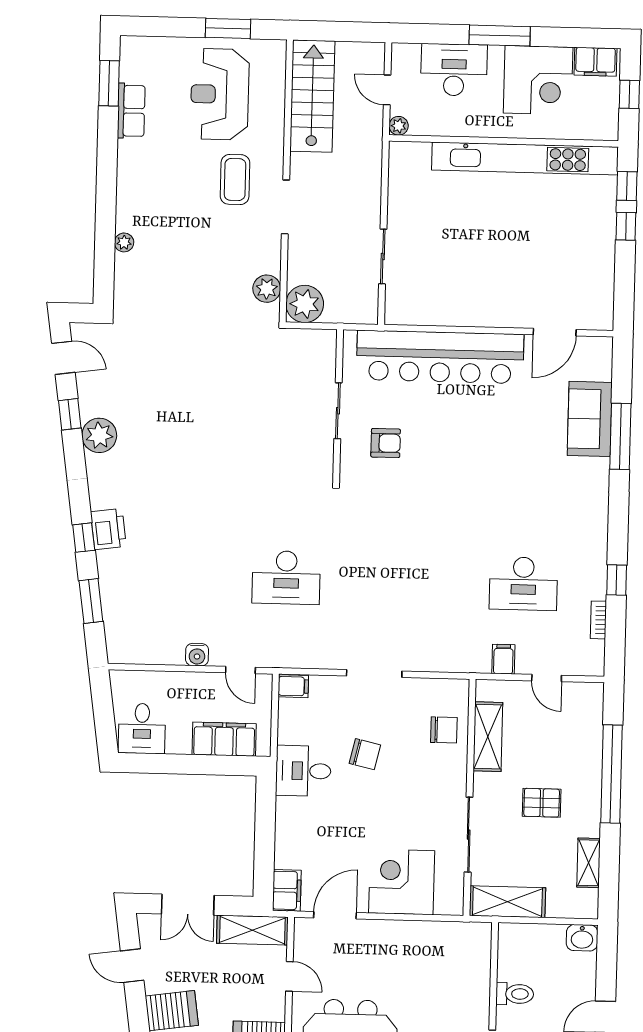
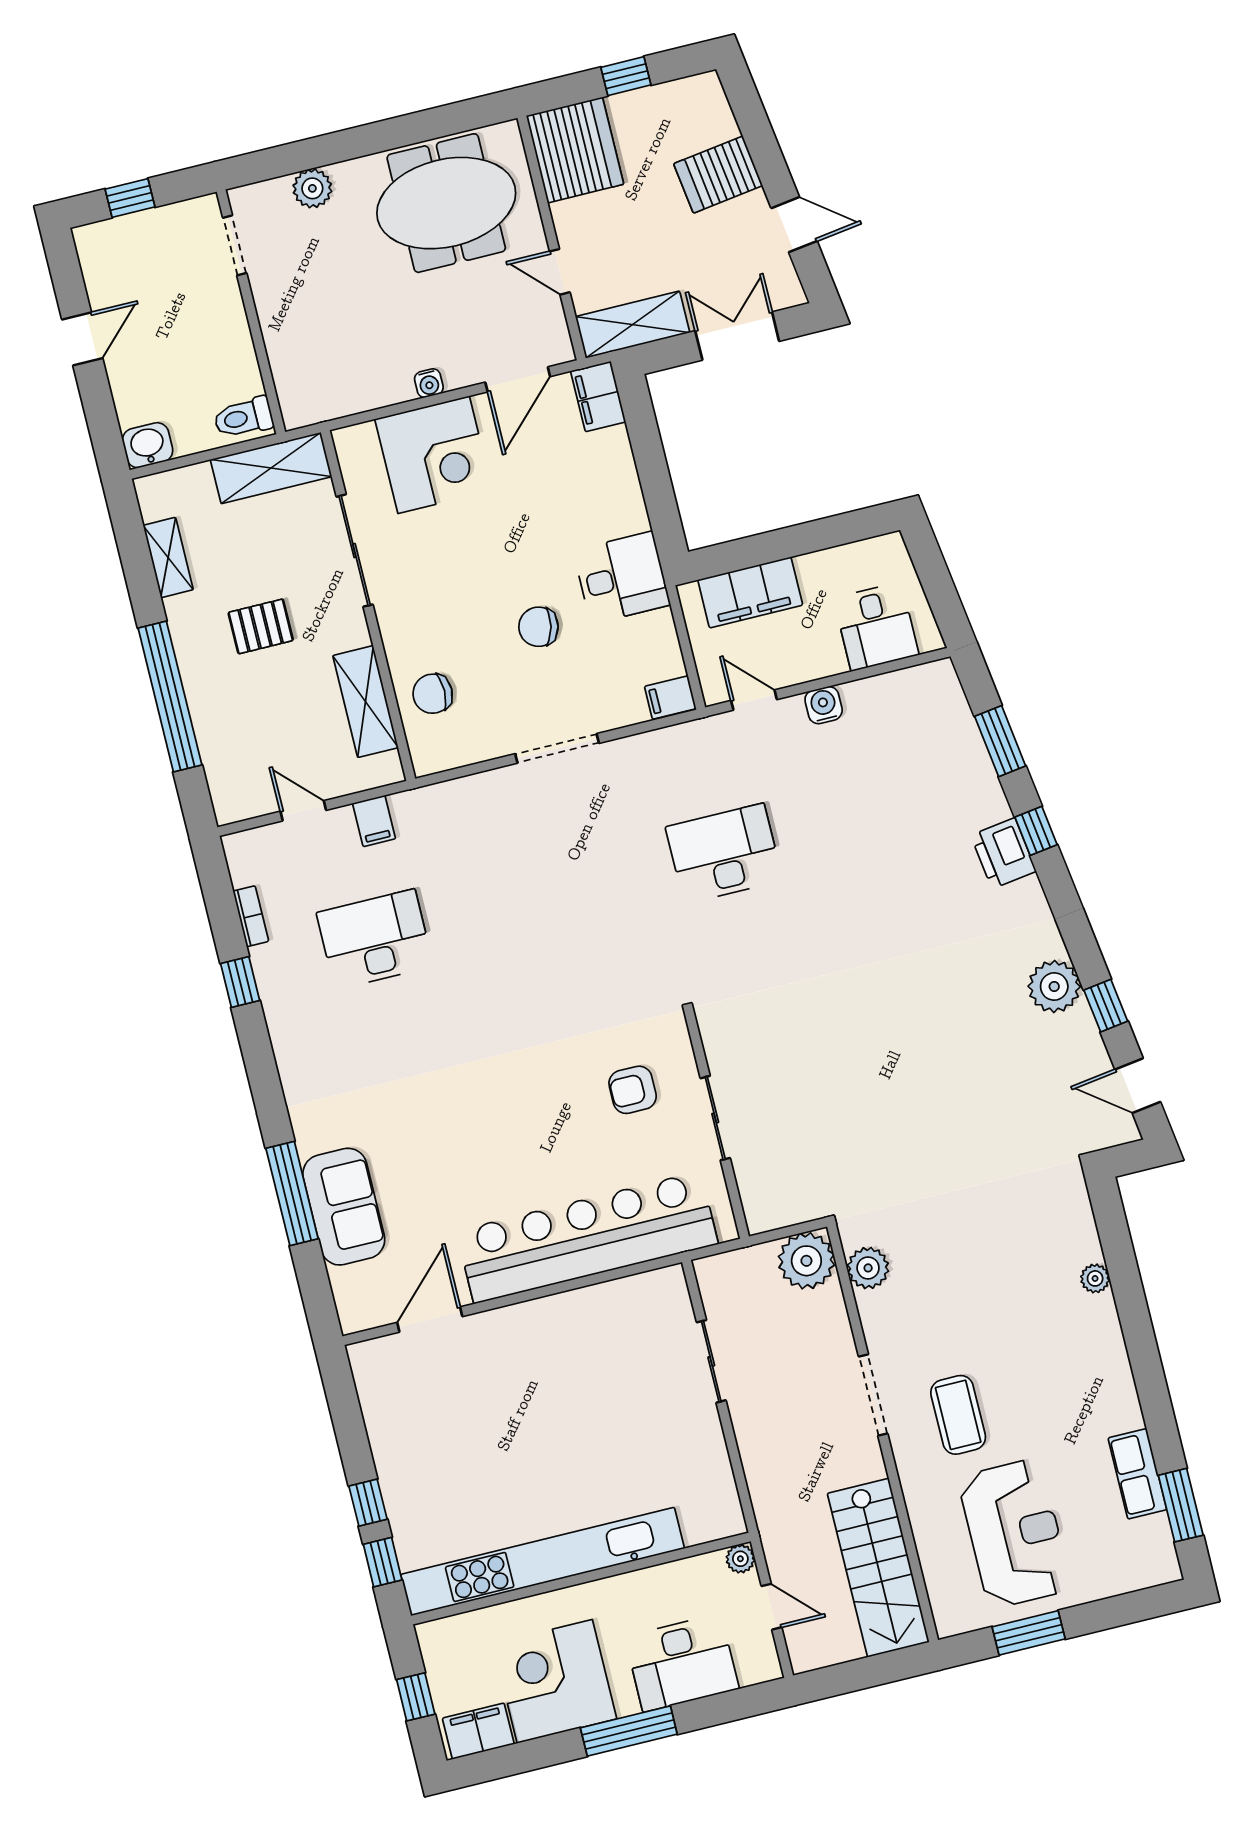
desk: (142, 728) -> (876, 627), moved, turned 180
water cooler: (392, 928) -> (429, 383), added
toilet: (515, 994) -> (243, 418), moved

